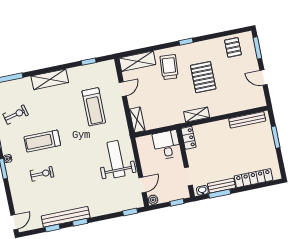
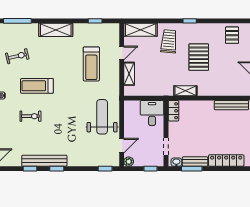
shelving: (137, 120) -> (129, 74), moved

